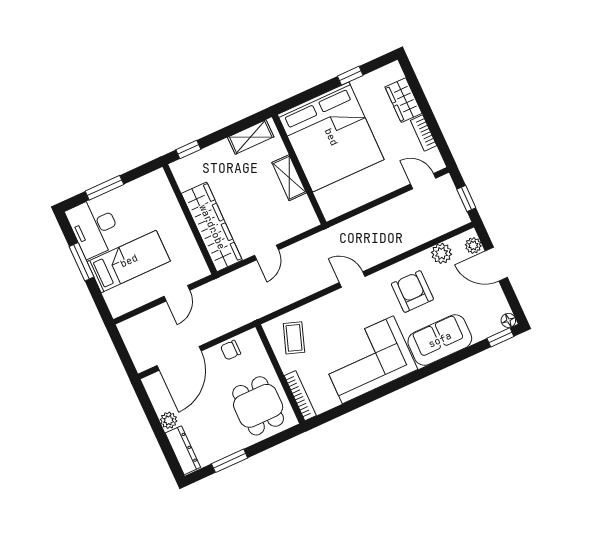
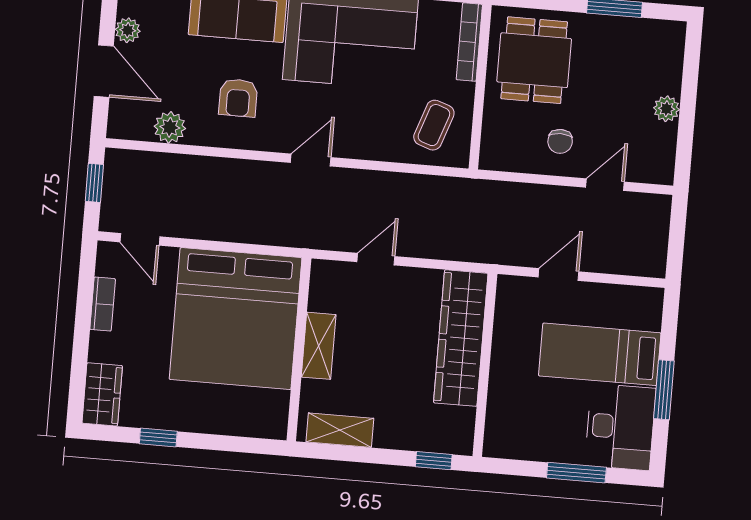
wardrobe: (403, 100) -> (102, 394), moved
bed: (331, 137) -> (236, 319), moved, turned 180
plant: (473, 245) -> (128, 30), moved
door: (266, 252) -> (376, 259), moved
door: (352, 279) -> (311, 160), swing flipped
armchair: (412, 291) -> (238, 98), width x0.72, depth x0.72
chair: (231, 350) -> (560, 141), moved, turned 90
door: (179, 358) -> (605, 185), width x0.53
dresser: (183, 450) -> (670, 57), removed

